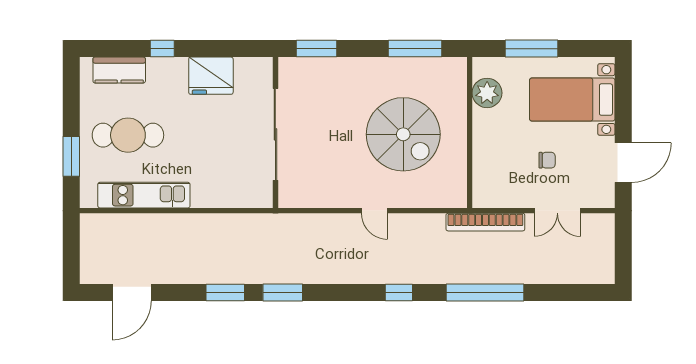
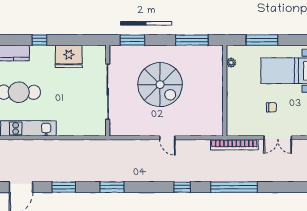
plant: (487, 93) -> (231, 63), width x0.53, depth x0.53
spiral stairs: (403, 134) -> (160, 85), moved
window: (225, 292) -> (64, 187), moved

